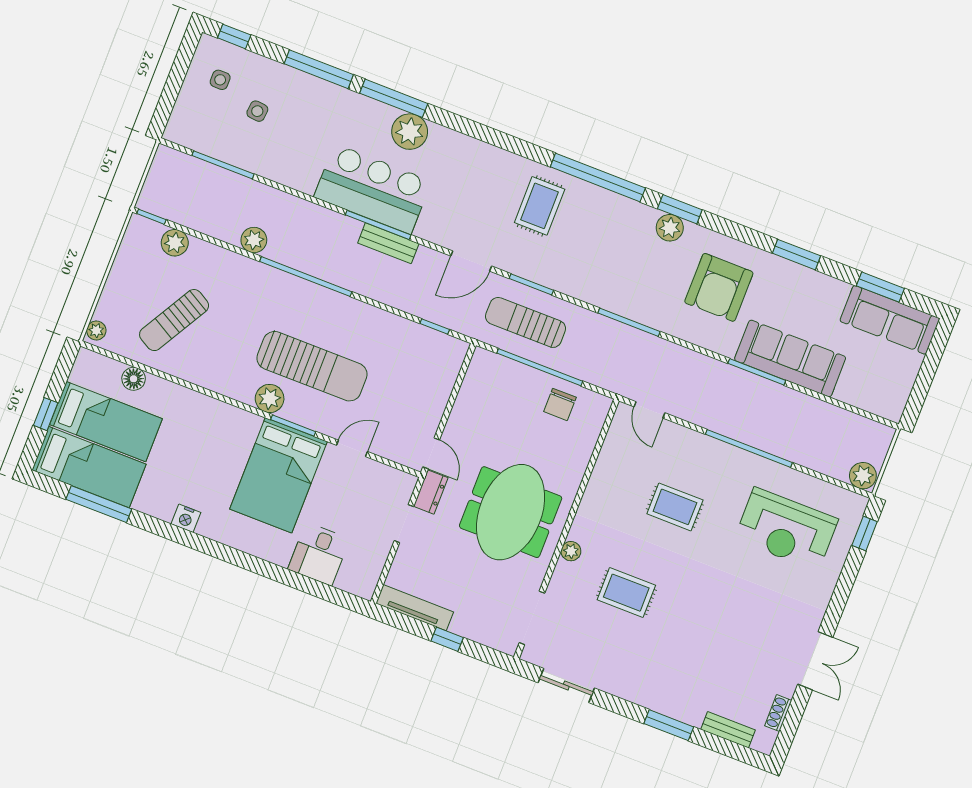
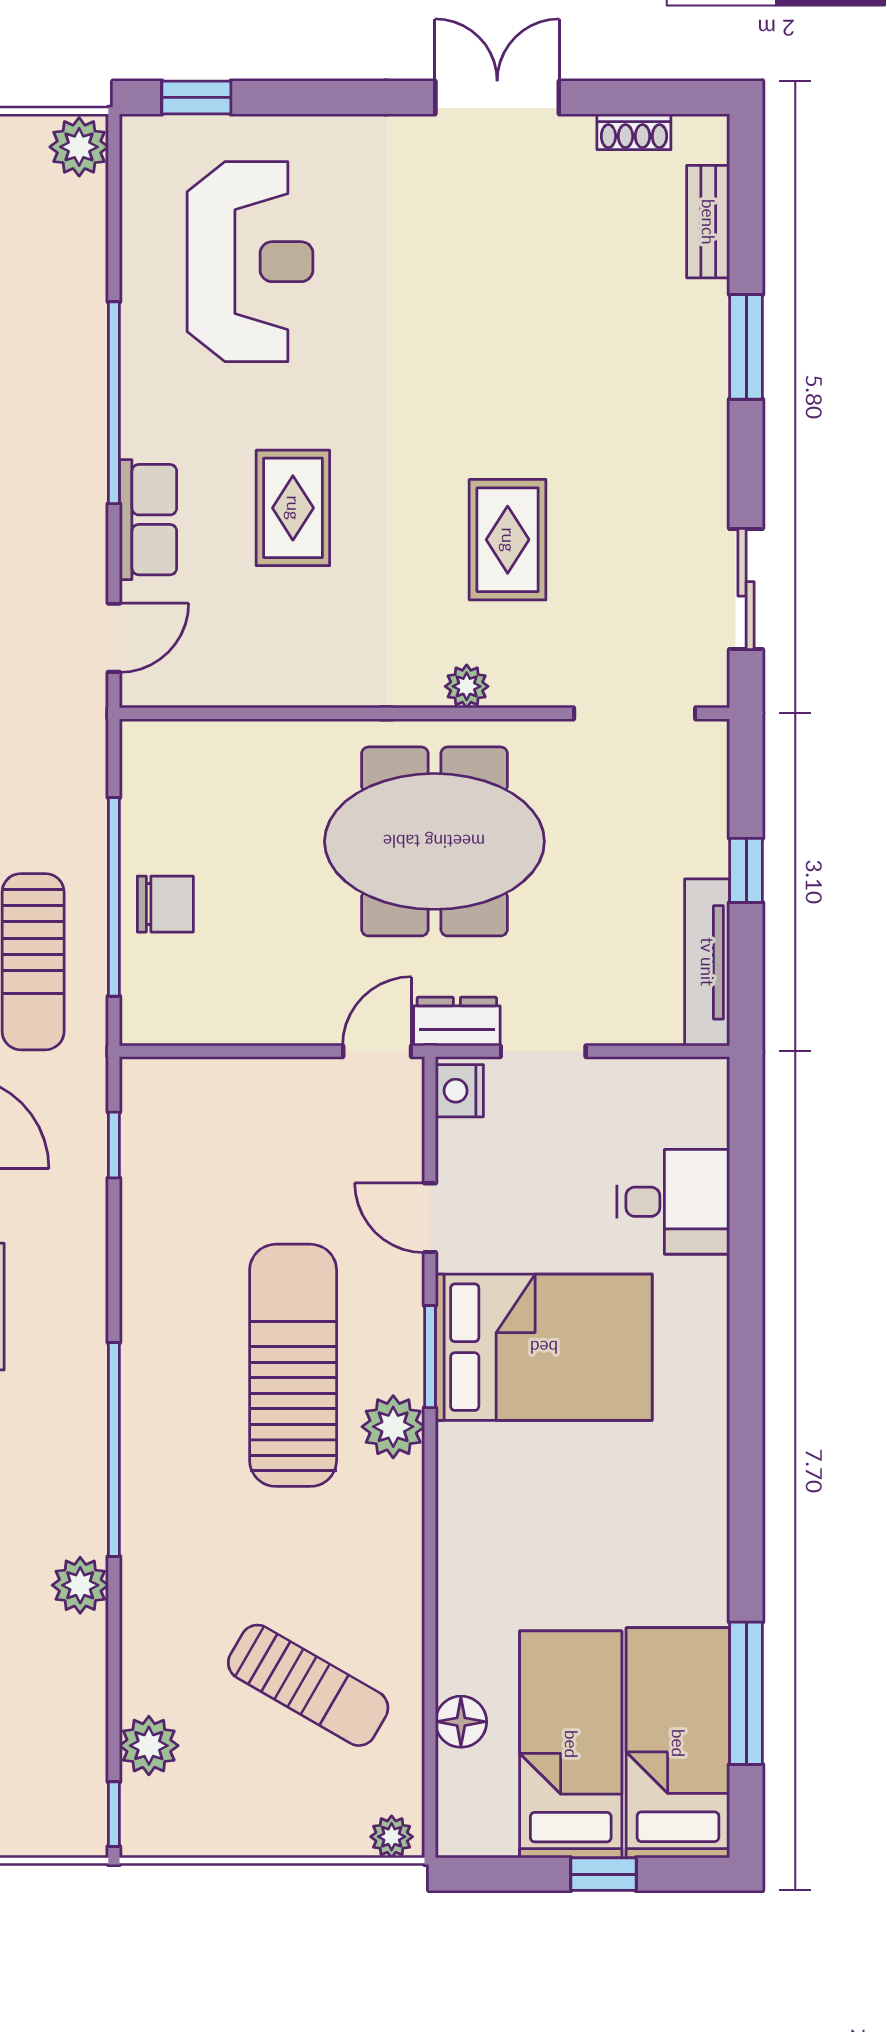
chair: (560, 404) -> (165, 904), moved
row of seats: (694, 444) -> (148, 520), added
nightstand: (186, 518) -> (459, 1091), moved, turned 180

